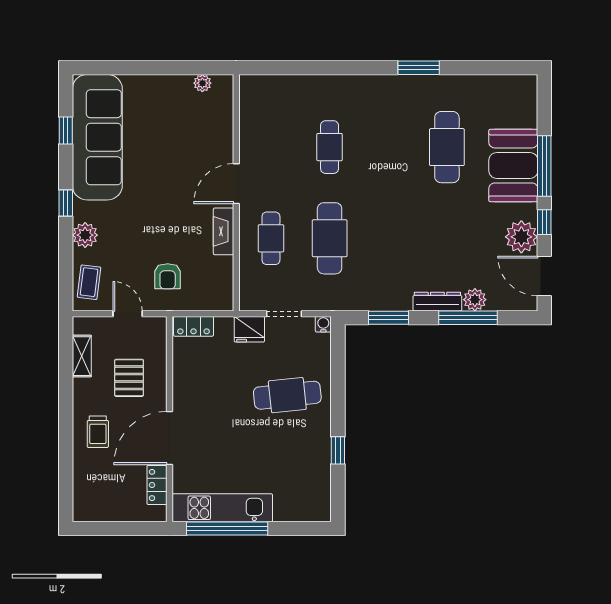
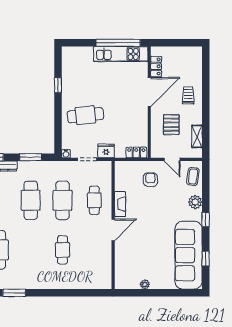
plant: (202, 83) -> (145, 284), moved
cafe table: (388, 238) -> (31, 200), added

